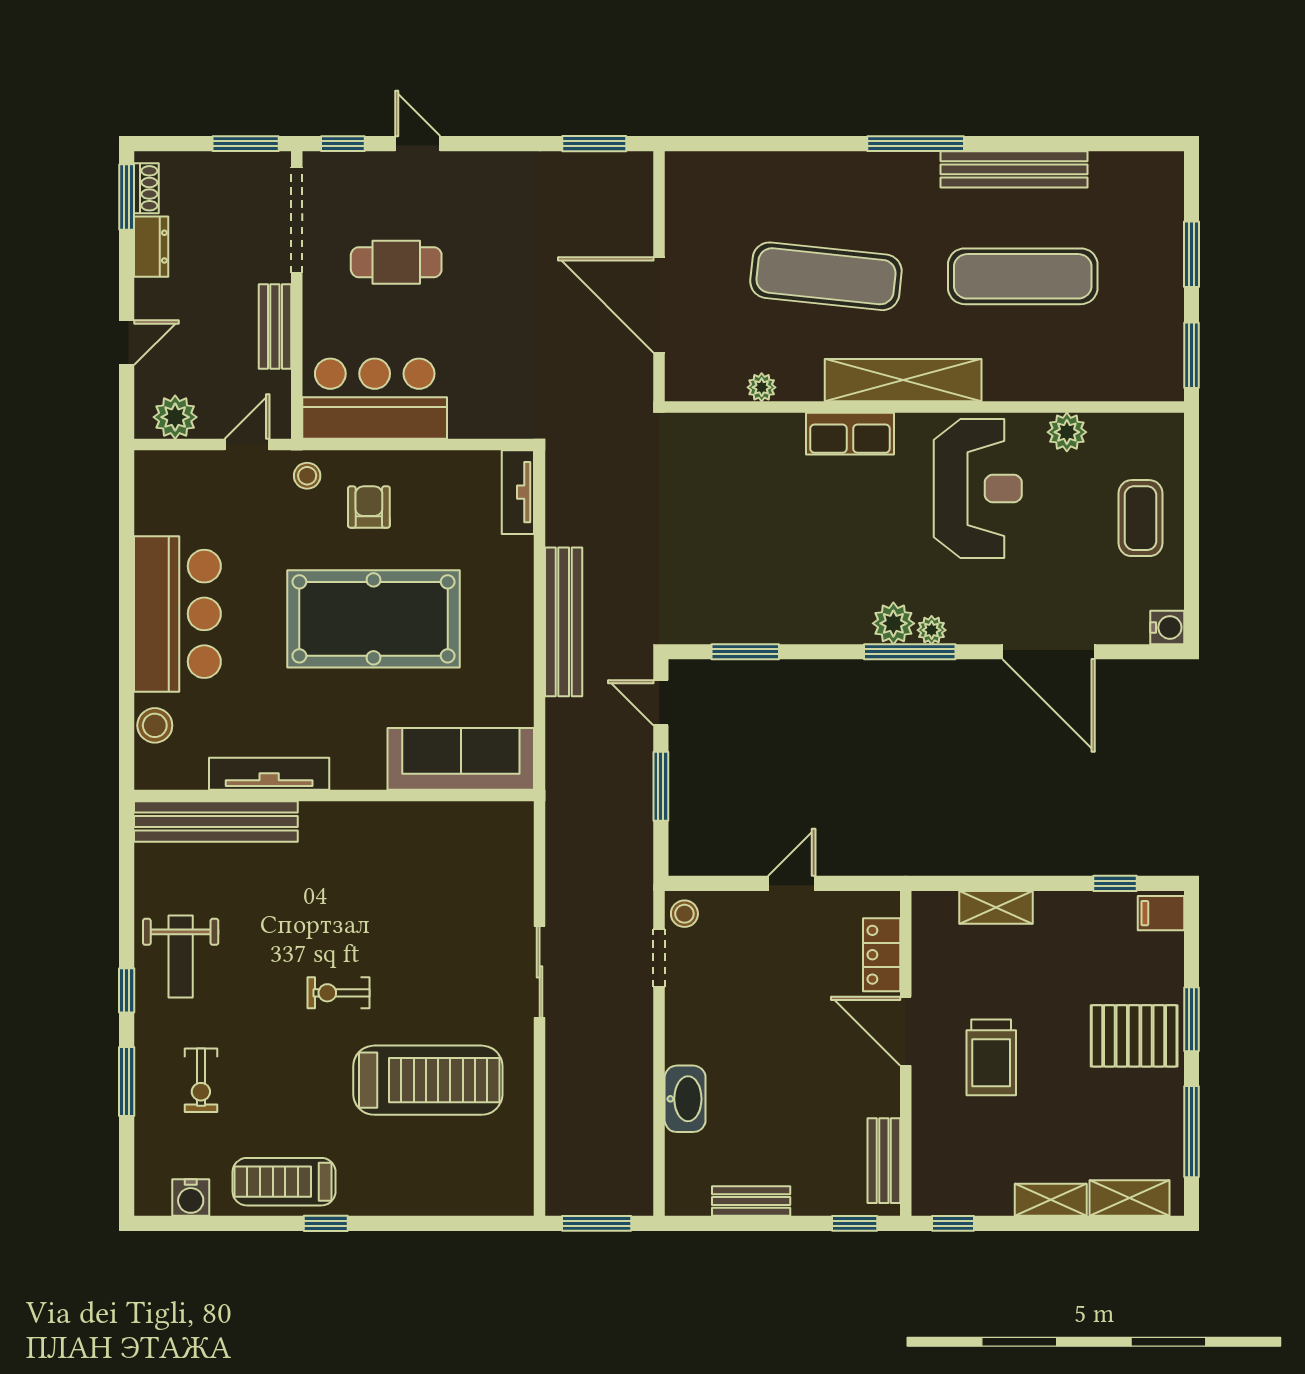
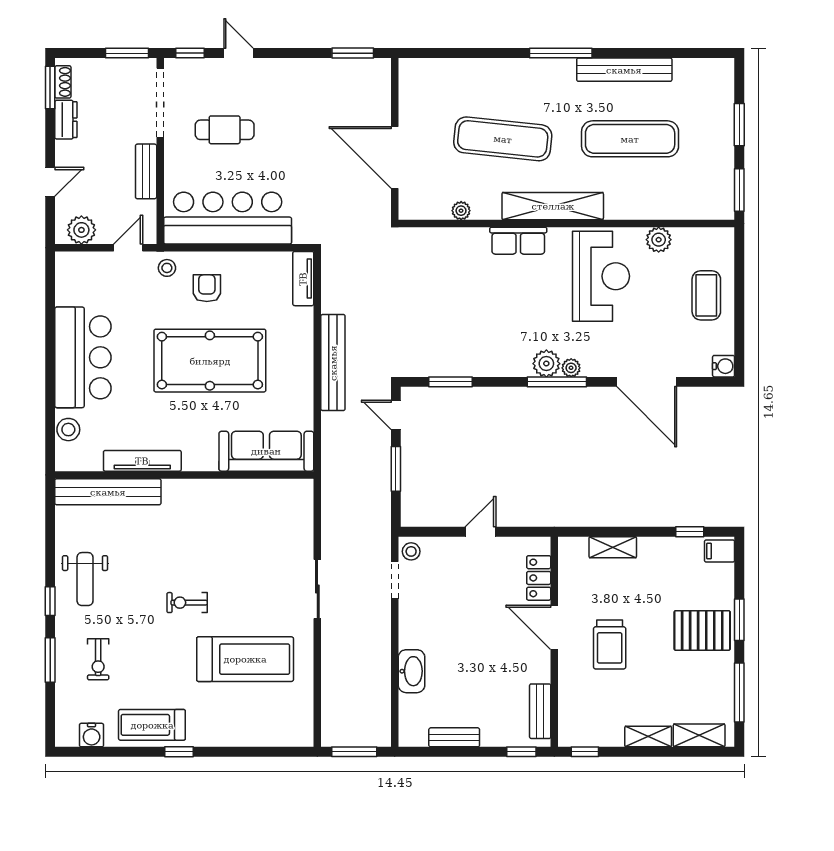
bar counter: (375, 399) -> (228, 218), width x1.36

